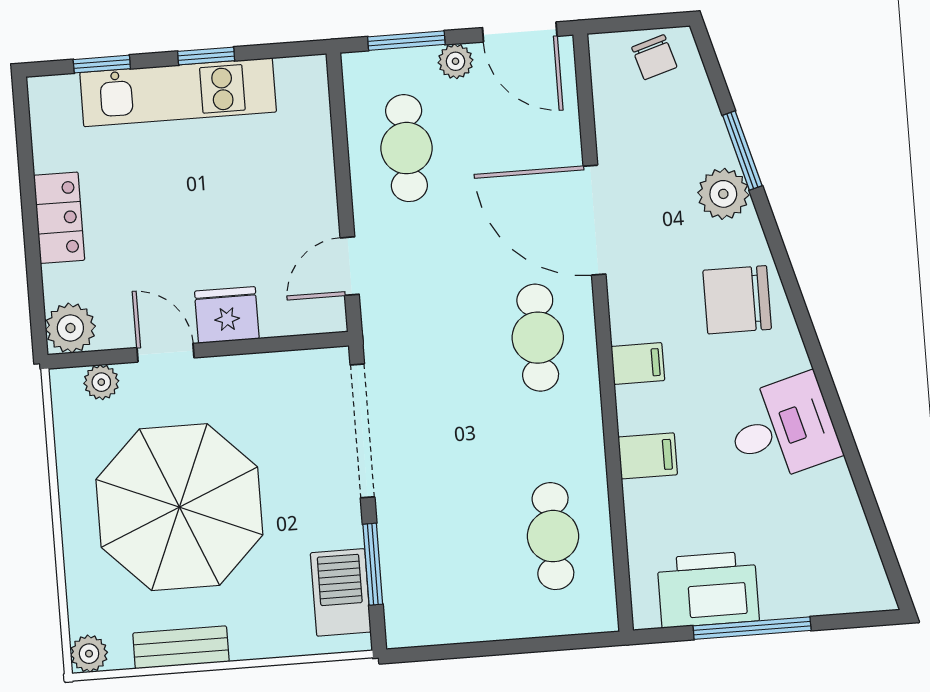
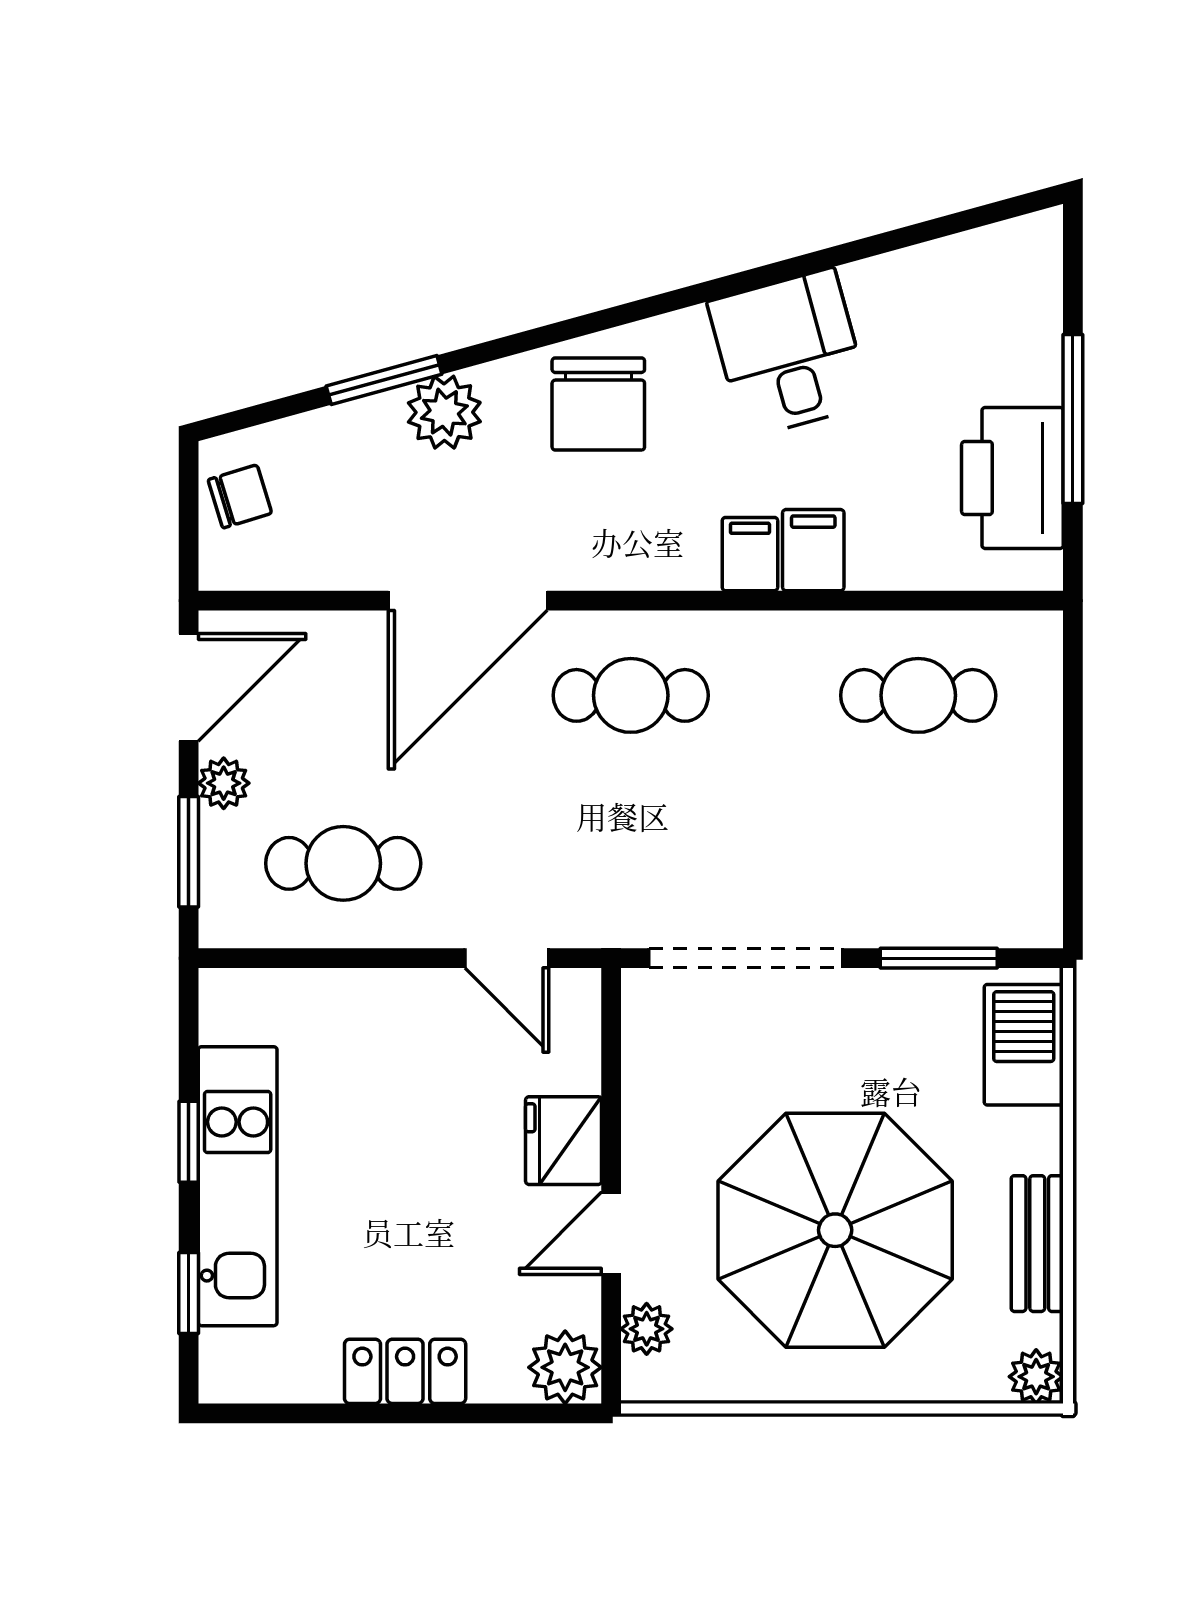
filing cabinet: (638, 364) -> (750, 554), moved
barbecue: (341, 592) -> (1024, 1045), moved, turned 90

